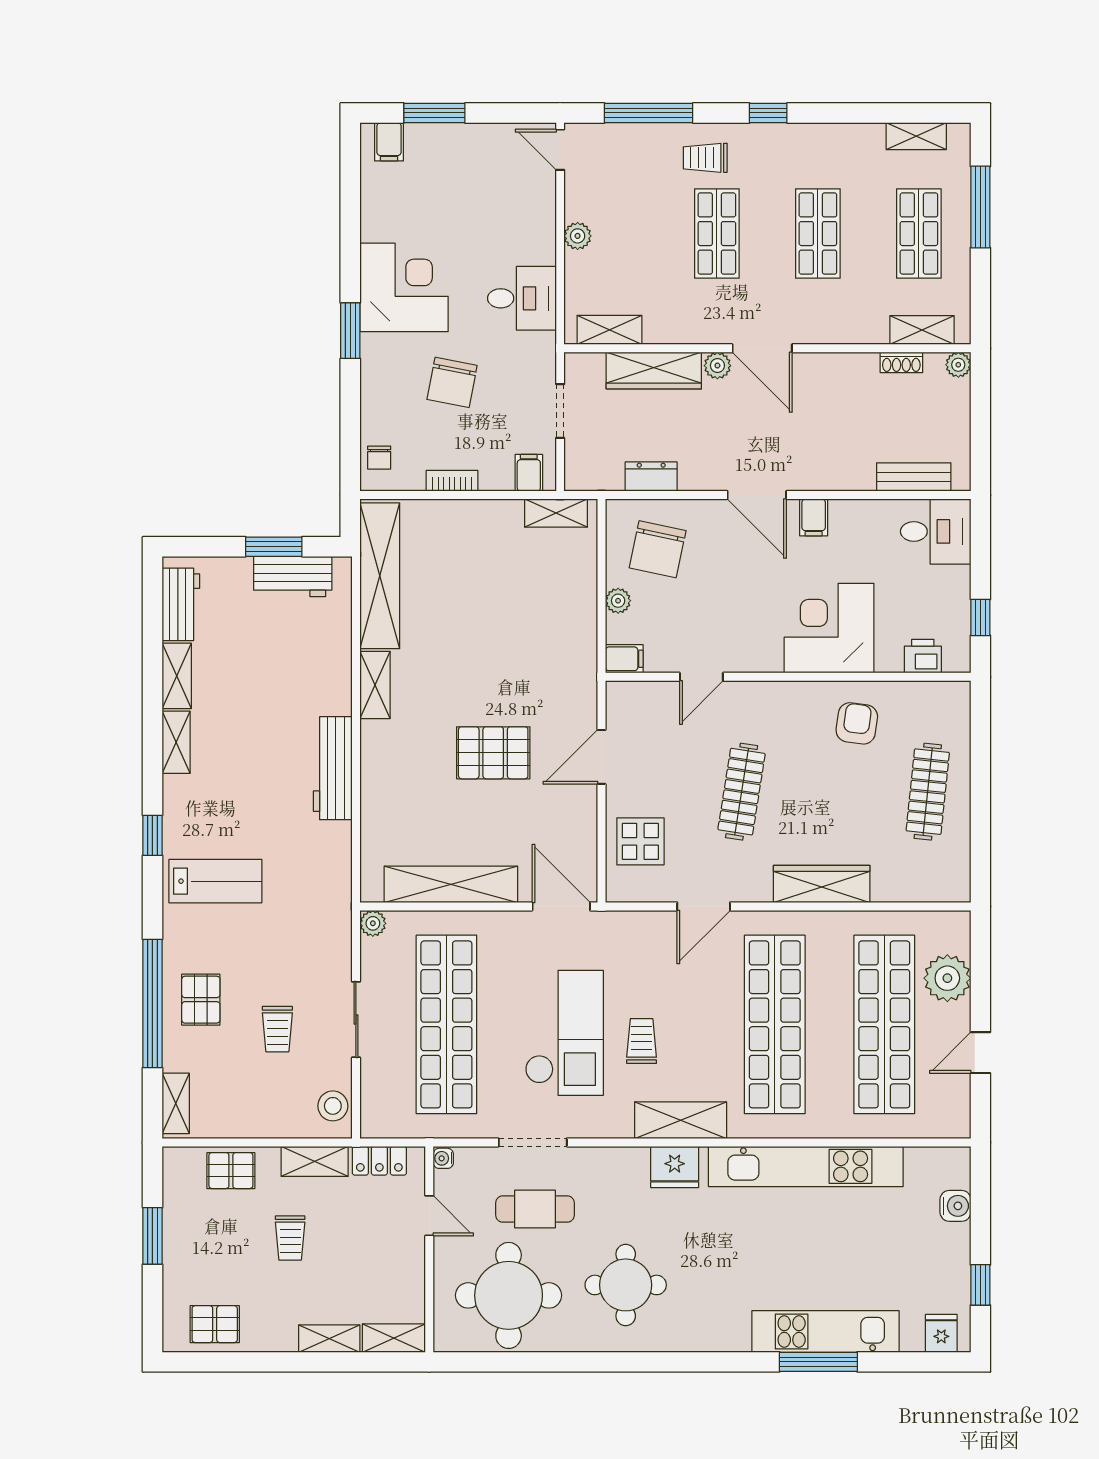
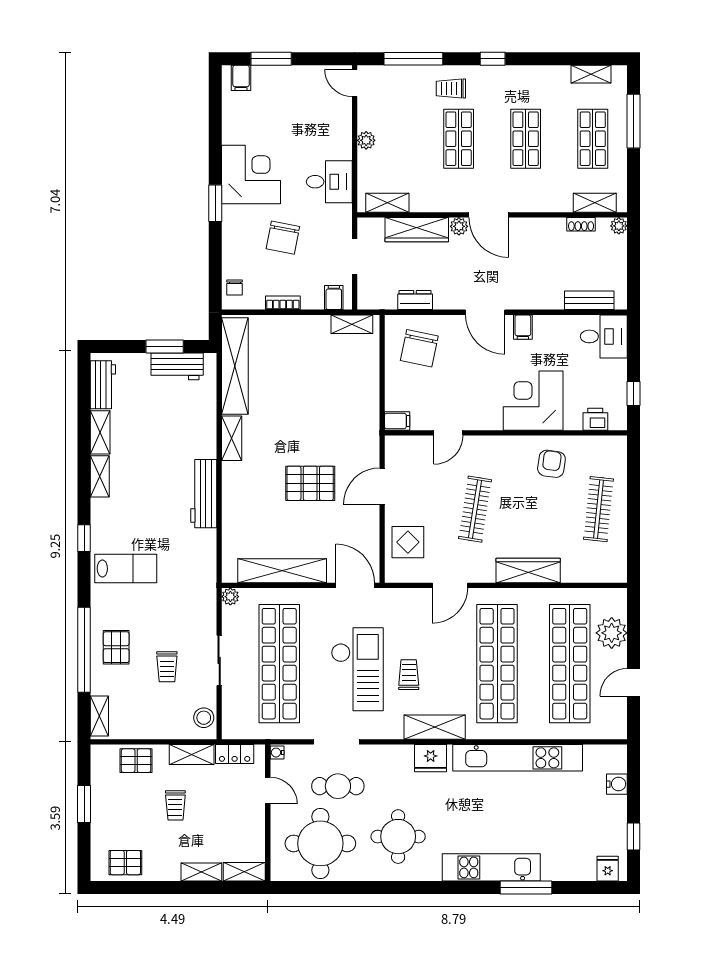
plant: (618, 601) -> (393, 382), removed
kitchen unit: (825, 1332) -> (491, 867), moved

